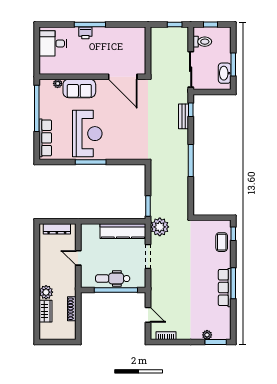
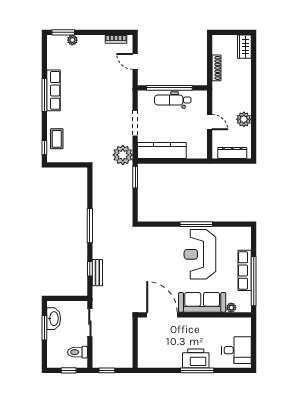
printer: (85, 33) -> (196, 358), width x1.87, depth x1.48
sliding door: (191, 69) -> (90, 323), width x0.73
sofa: (79, 88) -> (202, 302), width x1.36
window: (191, 110) -> (90, 269), moved
row of seats: (45, 138) -> (245, 270), moved
dental chair: (113, 279) -> (173, 100), turned 180
plant: (46, 292) -> (244, 119), moved
wardrobe: (45, 311) -> (244, 47), moved

